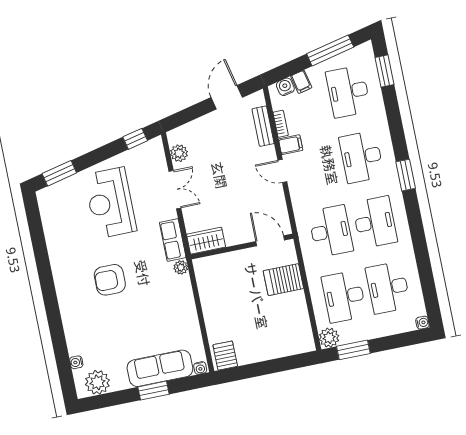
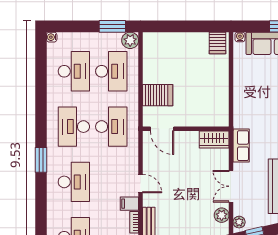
desk: (331, 231) -> (111, 127), turned 180
plant: (181, 267) -> (239, 222), moved

